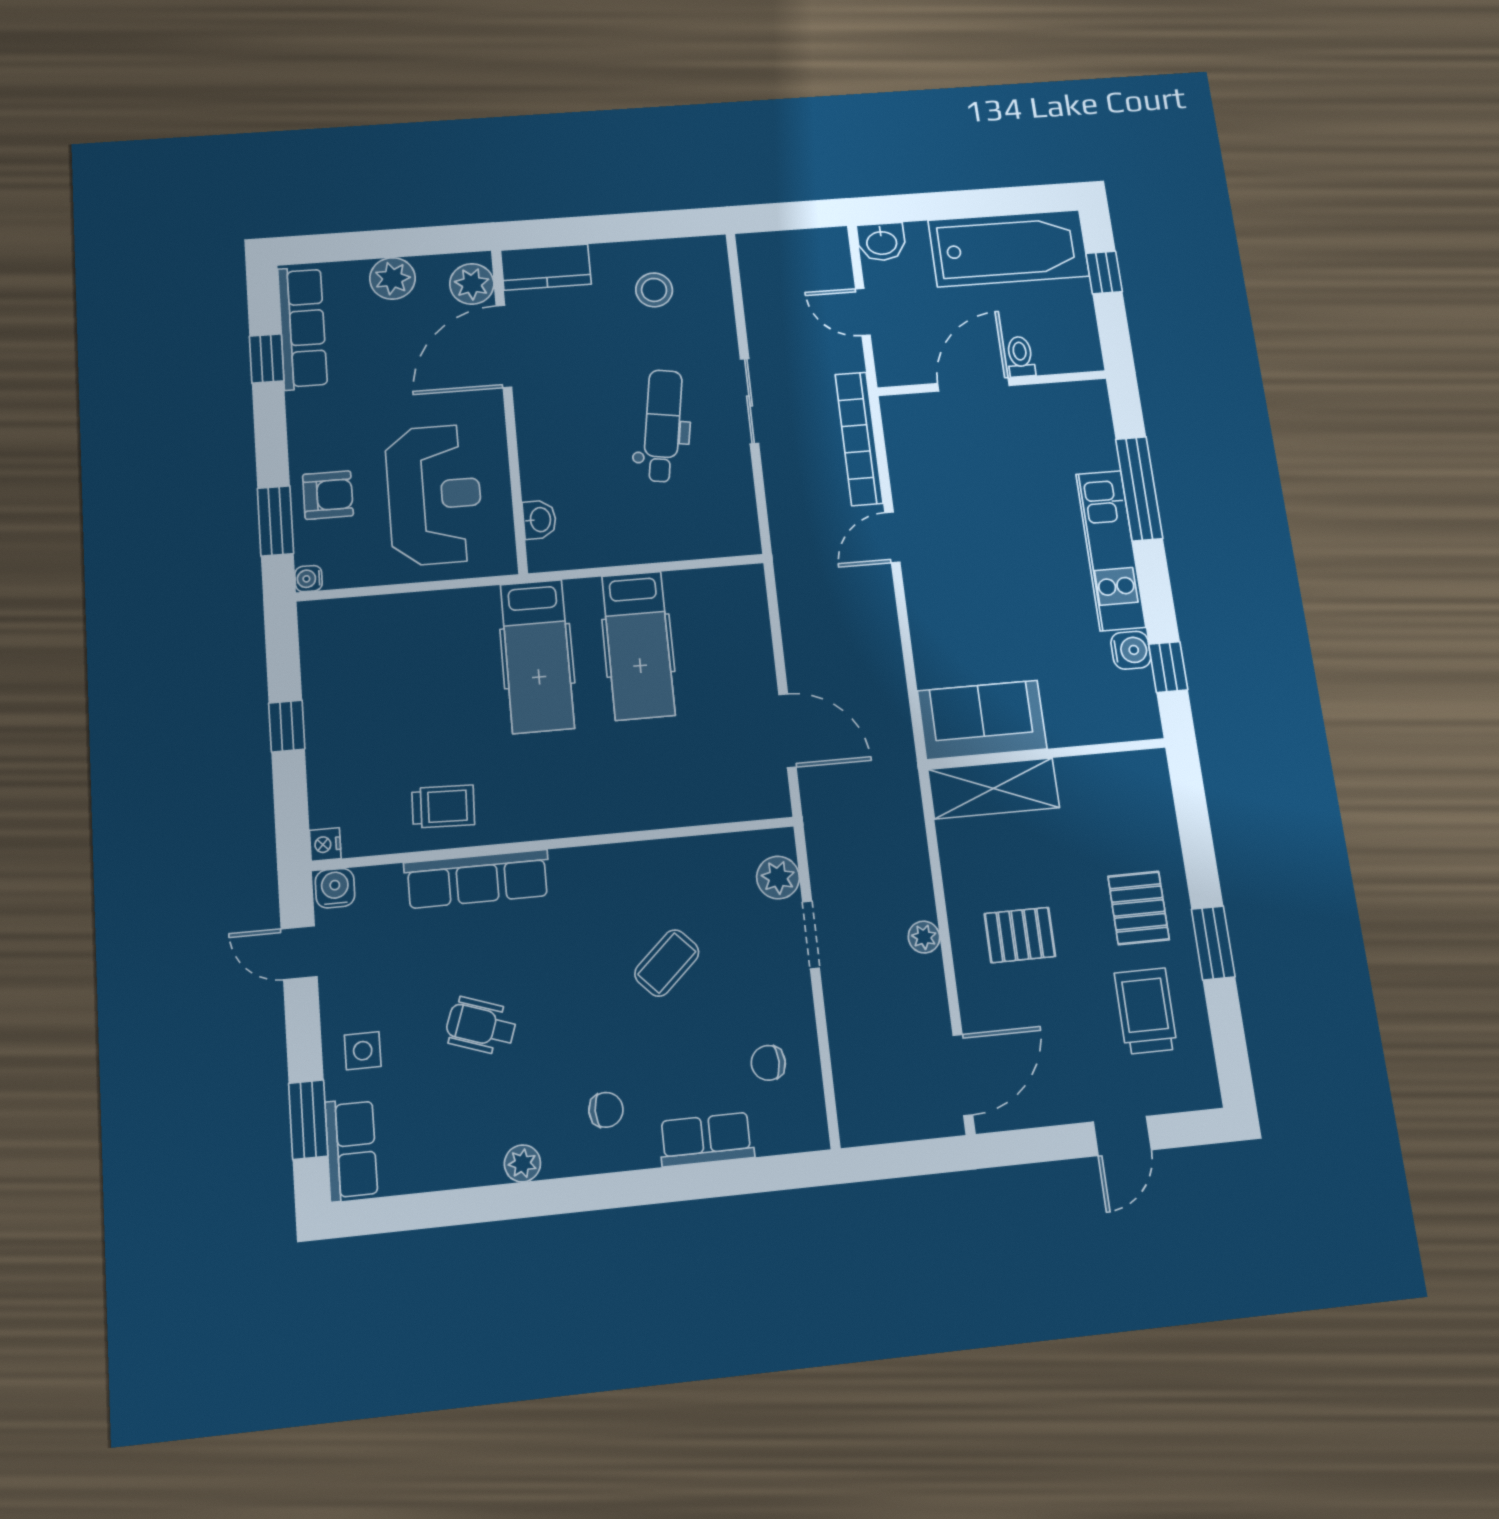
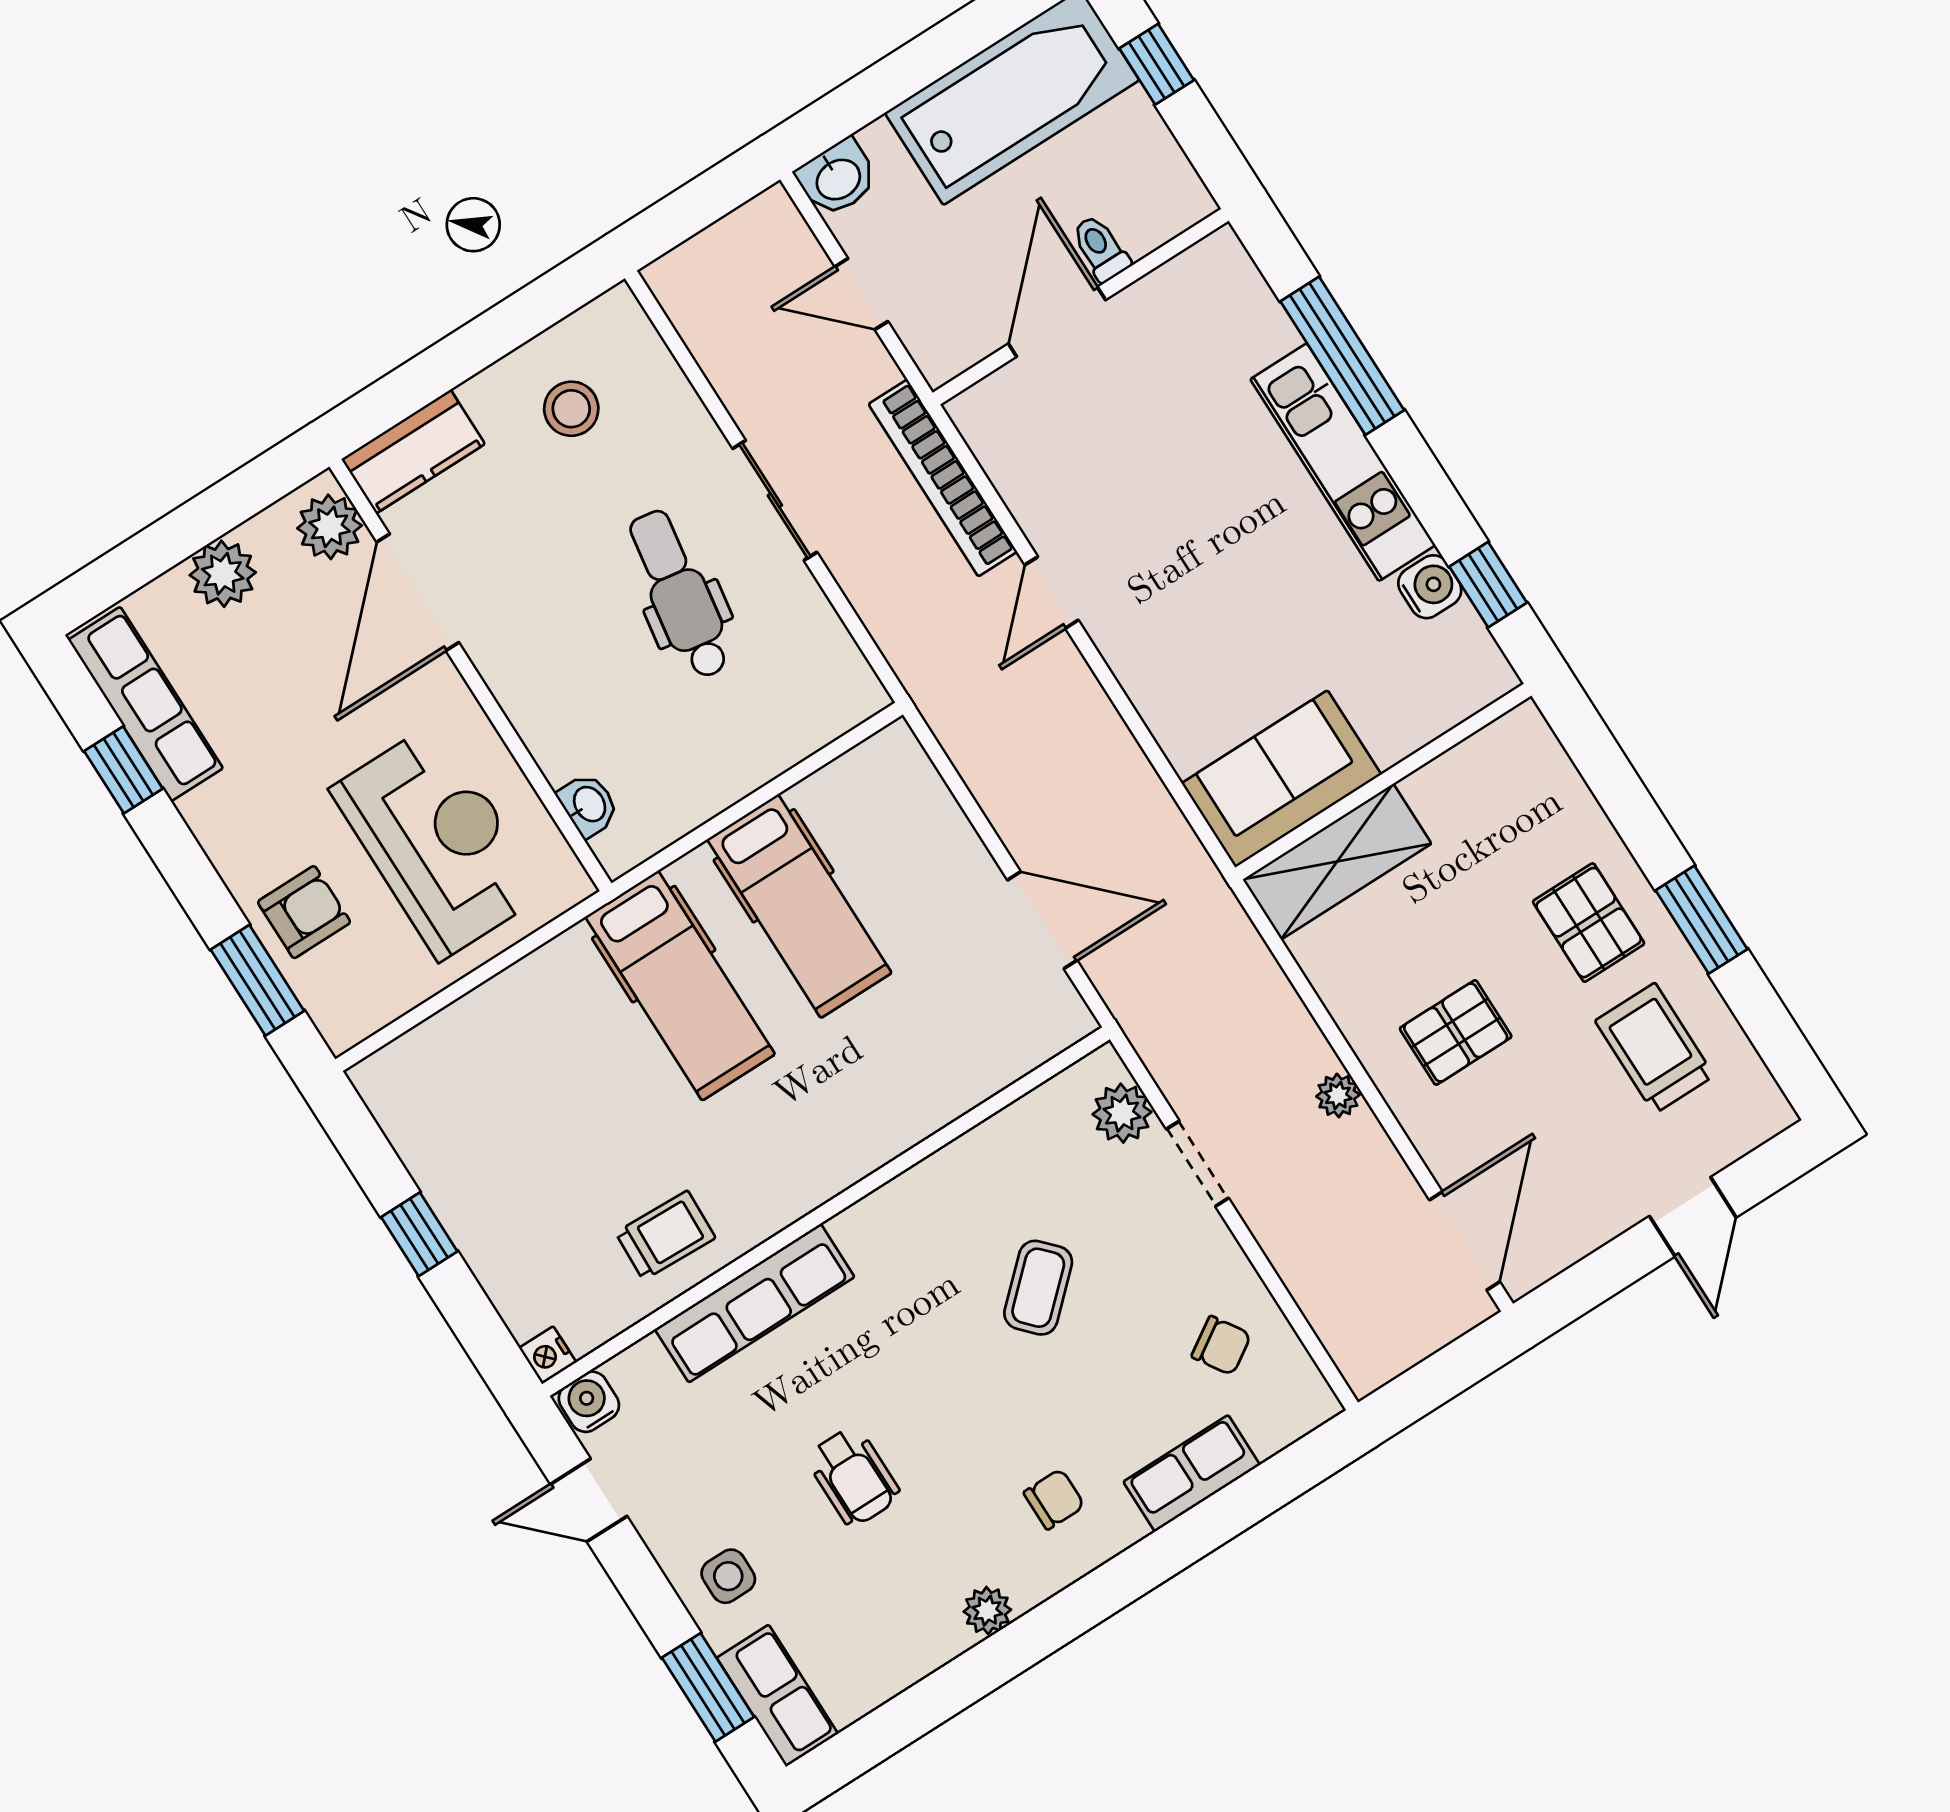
water cooler: (309, 579) -> (341, 1034), removed
wheelchair: (481, 1026) -> (853, 1476), turned -109
chair: (768, 1063) -> (1221, 1346), turned -123

